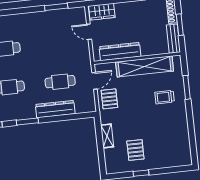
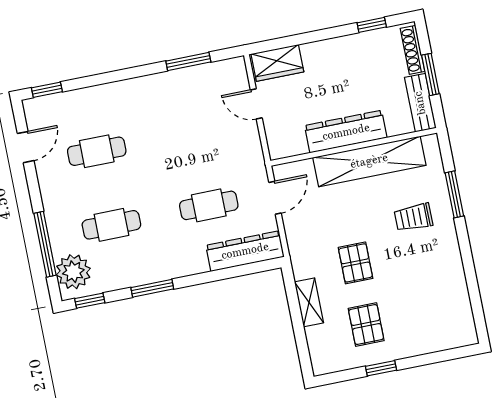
dresser: (120, 52) -> (346, 132), moved
pallet: (109, 99) -> (356, 263), moved
dresser: (55, 109) -> (245, 251), moved

